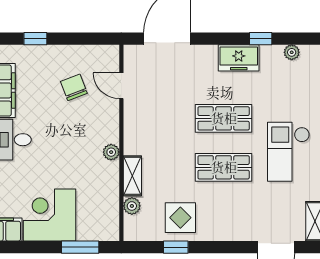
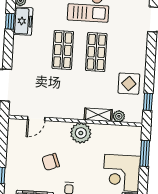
freezer: (239, 58) -> (23, 21), moved
chair: (74, 87) -> (51, 162), moved
plant: (111, 152) -> (81, 133), width x1.87, depth x1.87
window: (176, 247) -> (148, 102), moved

